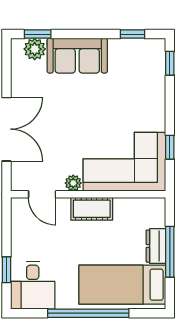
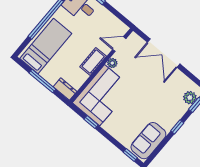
window: (132, 34) -> (177, 127), moved
sofa: (77, 56) -> (148, 141), moved
dresser: (156, 246) -> (65, 89), moved

